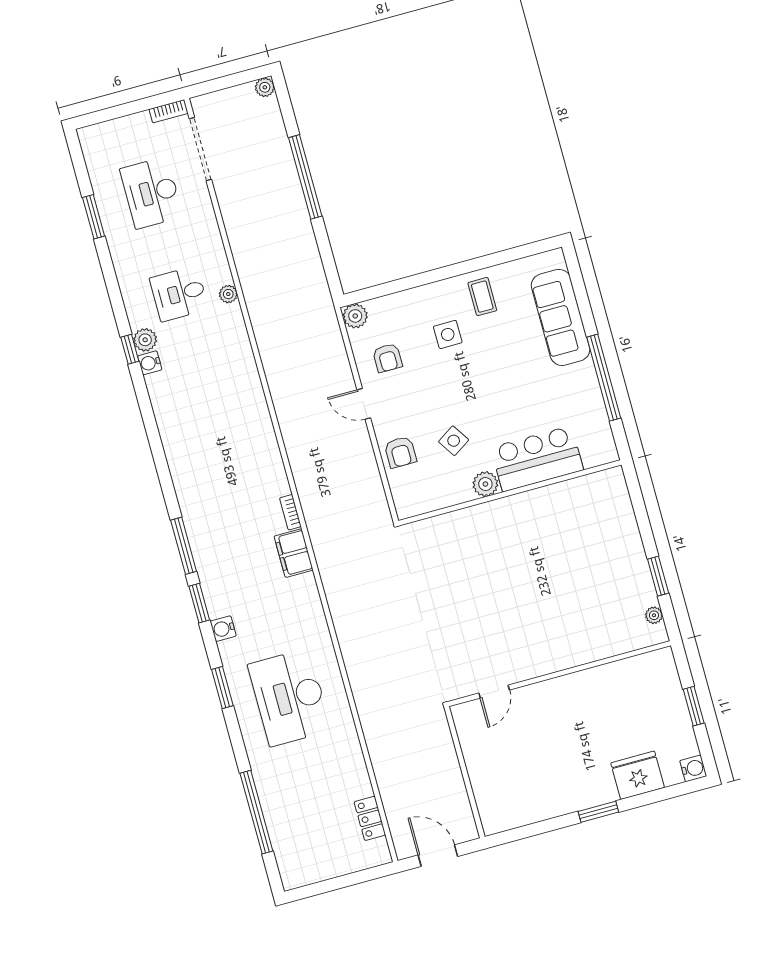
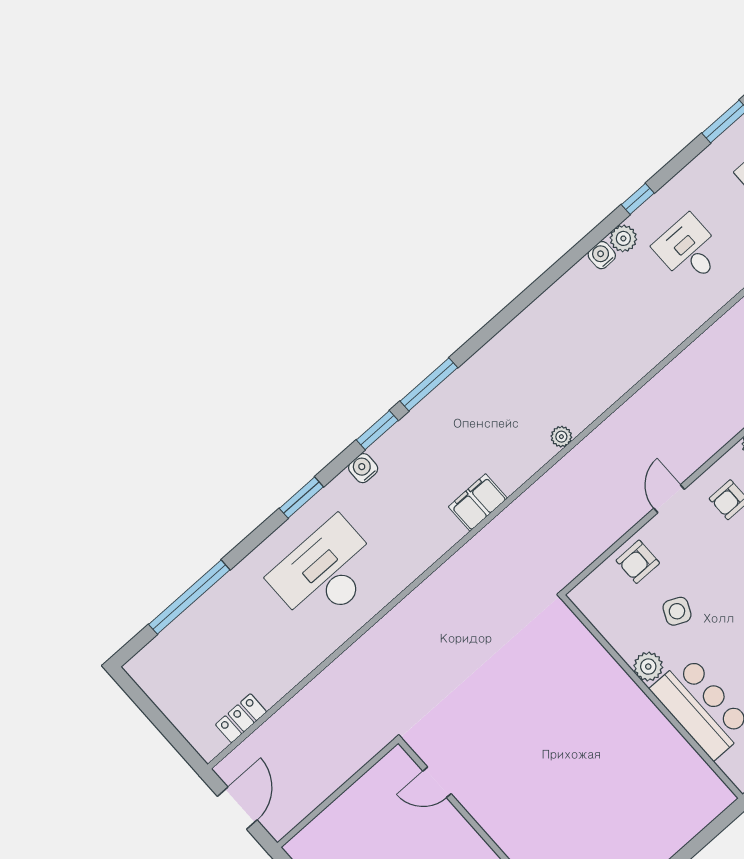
plant: (228, 294) -> (561, 437), moved
window: (130, 349) -> (638, 199), moved
side table: (454, 441) -> (677, 611), turned -32
bookcase: (290, 512) -> (519, 478), removed

